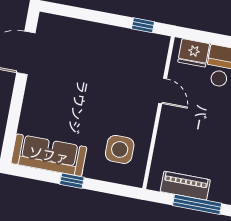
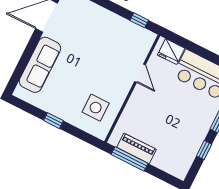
sofa: (49, 155) -> (40, 65), moved, turned 90
window: (197, 204) -> (130, 159), moved

